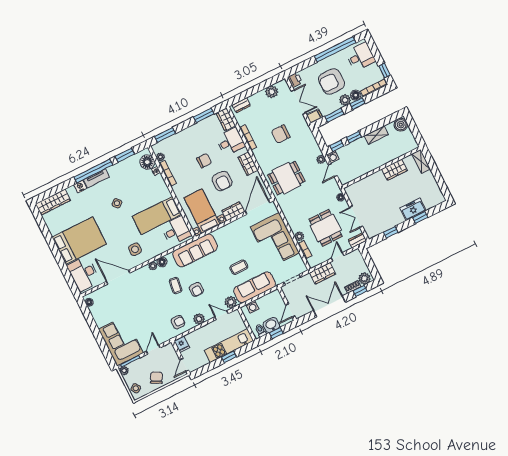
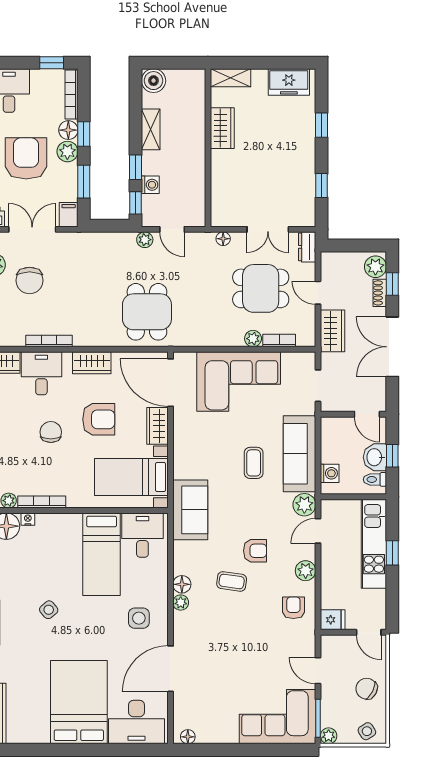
armchair: (332, 81) -> (26, 158), turned 180
chair: (281, 134) -> (30, 280), moved
washing machine: (333, 157) -> (150, 185), moved
freezer: (413, 209) -> (289, 82), moved, turned -90
sofa: (195, 250) -> (190, 510), width x0.73

